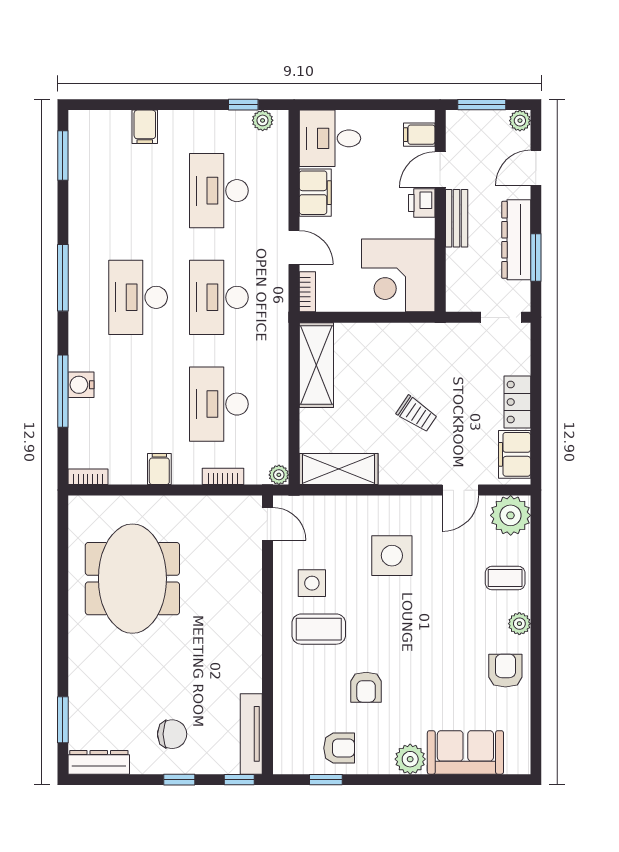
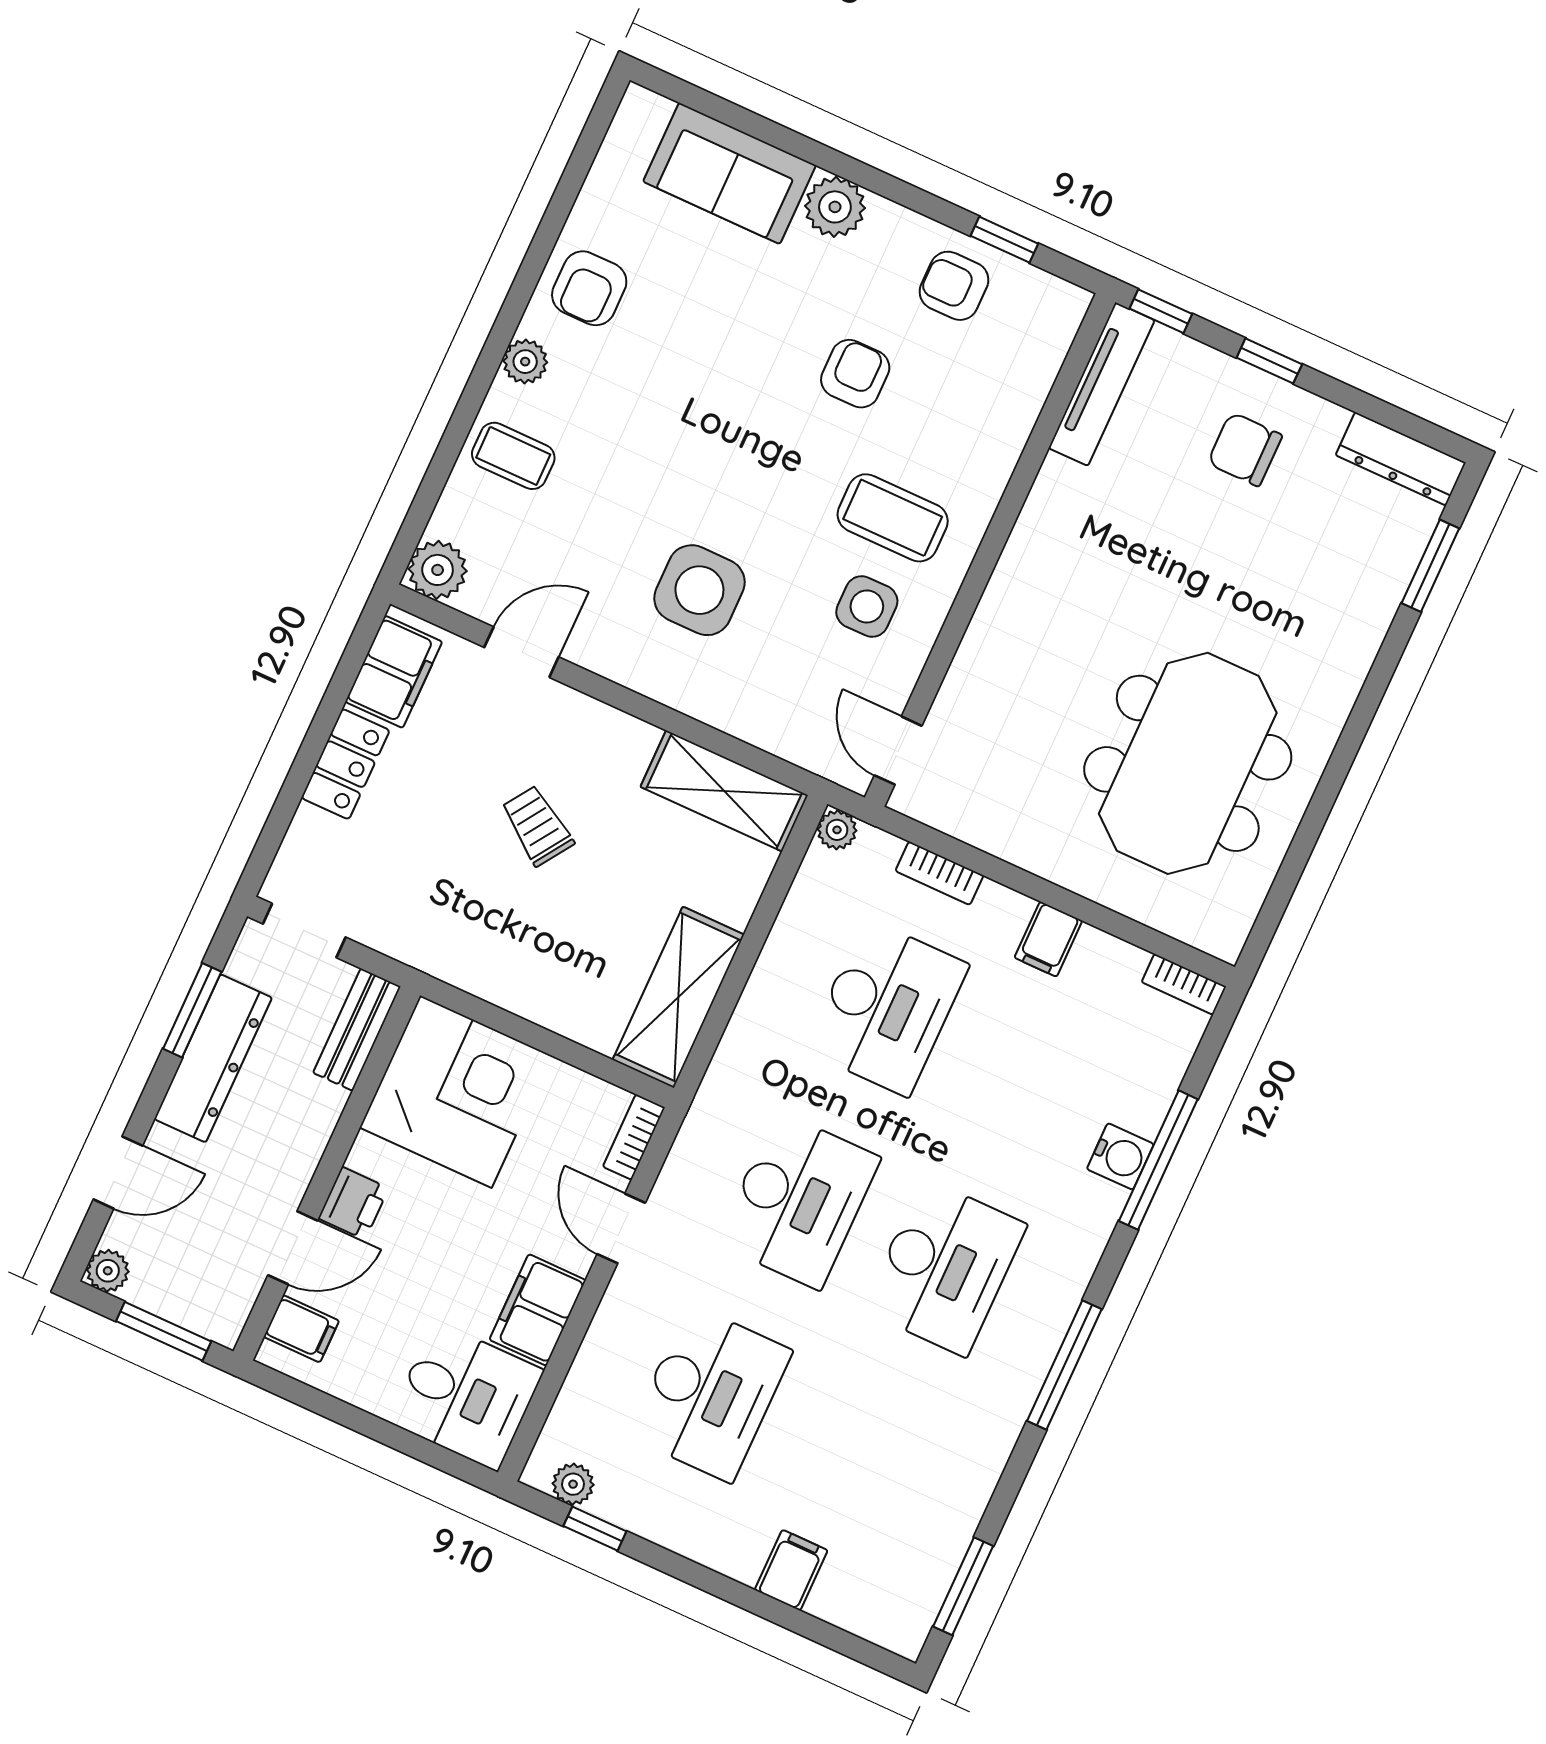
bench: (457, 218) -> (357, 1030), moved
plant: (511, 515) -> (438, 570), width x0.73, depth x0.73

